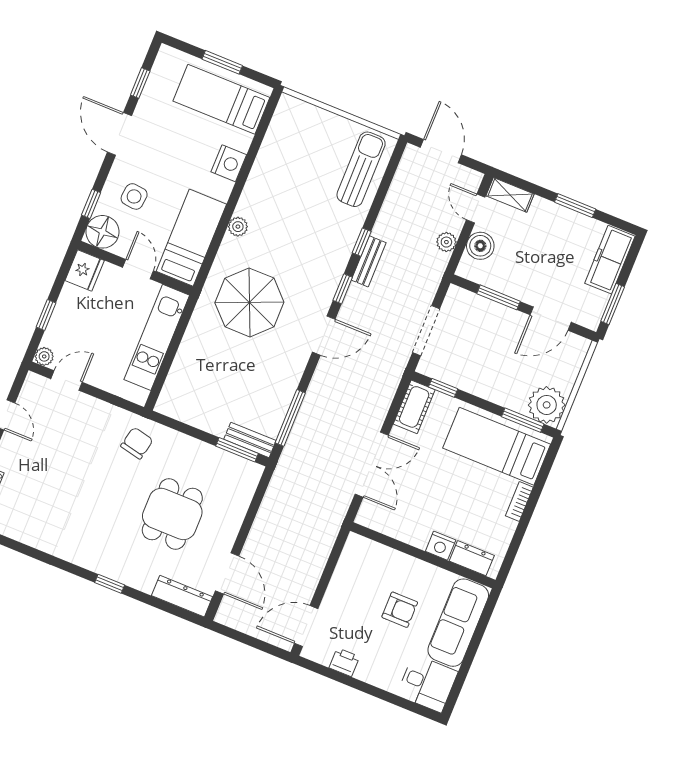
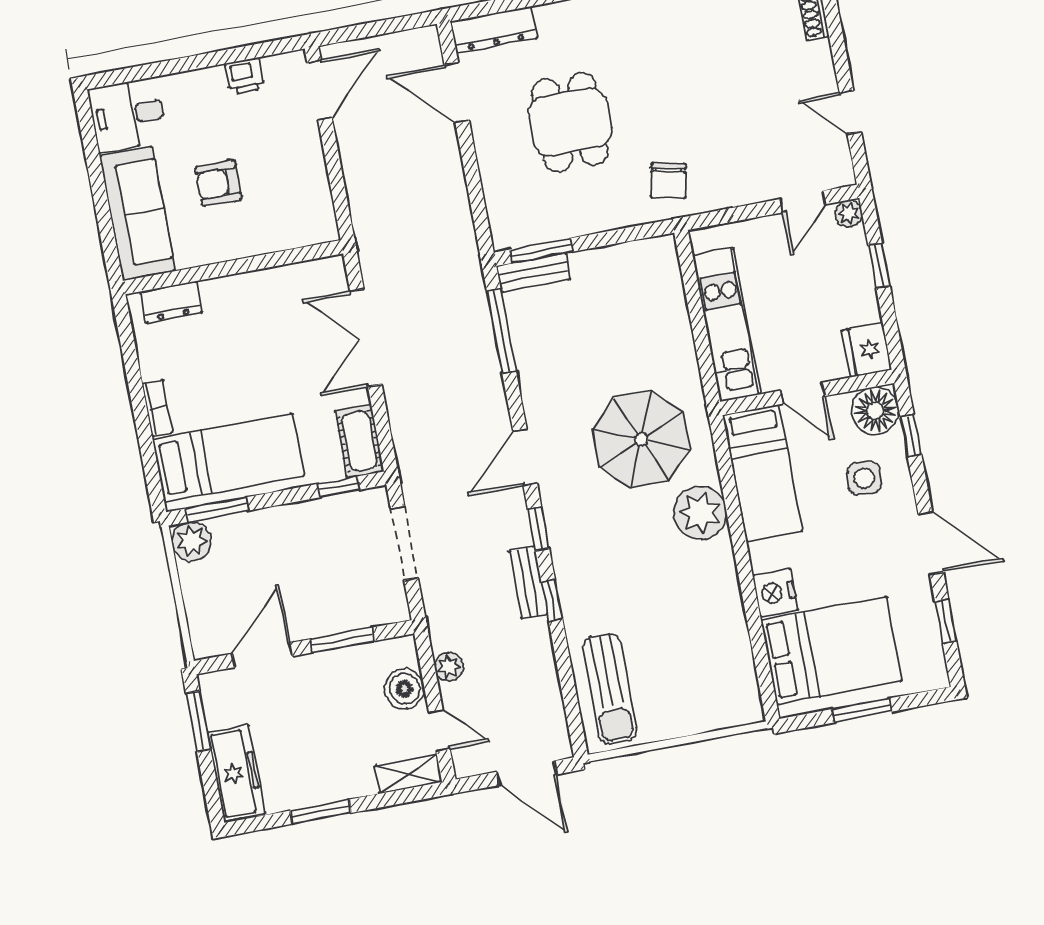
bed: (221, 99) -> (831, 651), width x1.50
plant: (238, 227) -> (700, 513), width x1.88, depth x1.88
plant: (547, 405) -> (191, 541), width x0.73, depth x0.73
nightstand: (441, 546) -> (219, 293), removed

